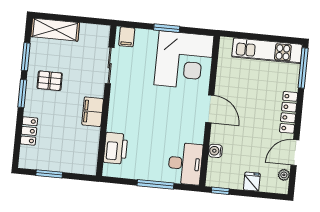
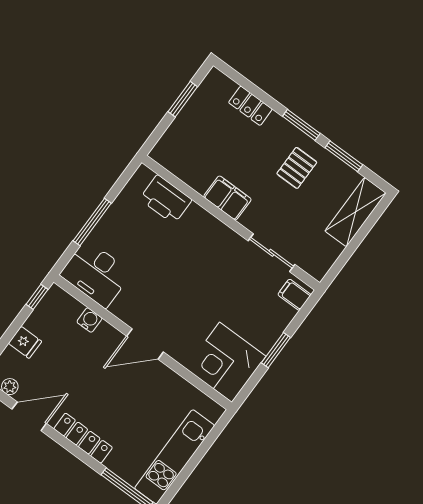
corner desk: (184, 60) -> (226, 362), width x0.74, depth x0.74
door: (295, 153) -> (29, 416), hinge flipped

